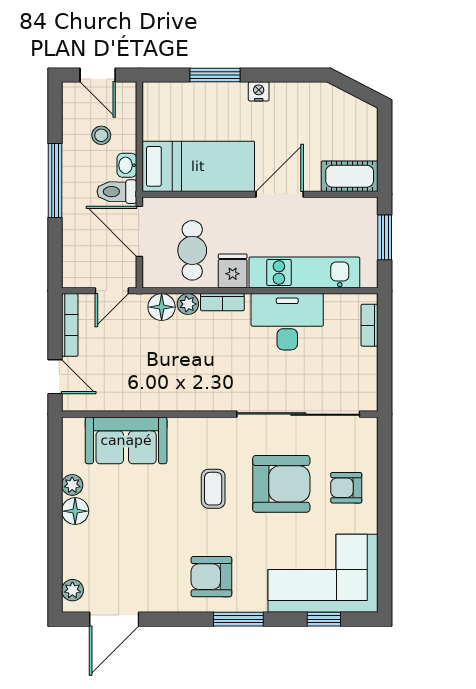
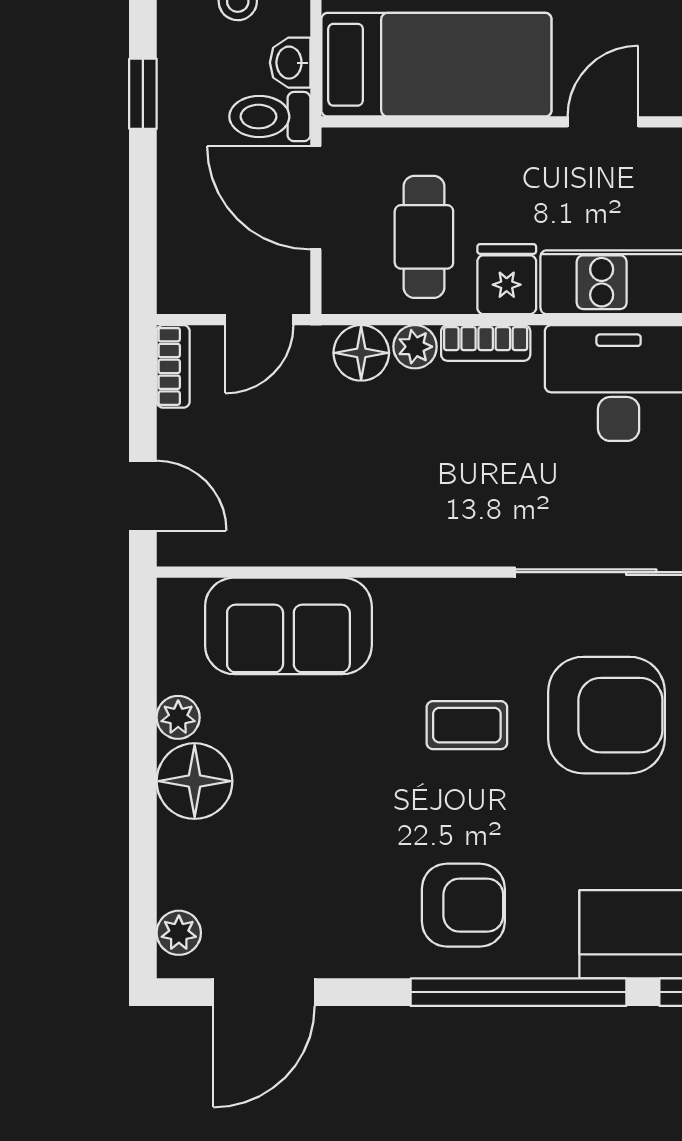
window: (55, 180) -> (143, 94), width x0.46
door: (280, 194) -> (603, 122), width x0.73
bookcase: (70, 325) -> (173, 366), width x0.64
coffee table: (213, 489) -> (467, 725), turned 90
floor lamp: (75, 511) -> (195, 781), width x1.38, depth x1.38
armchair: (211, 577) -> (463, 905), turned 180
window: (238, 619) -> (518, 992), width x2.11

